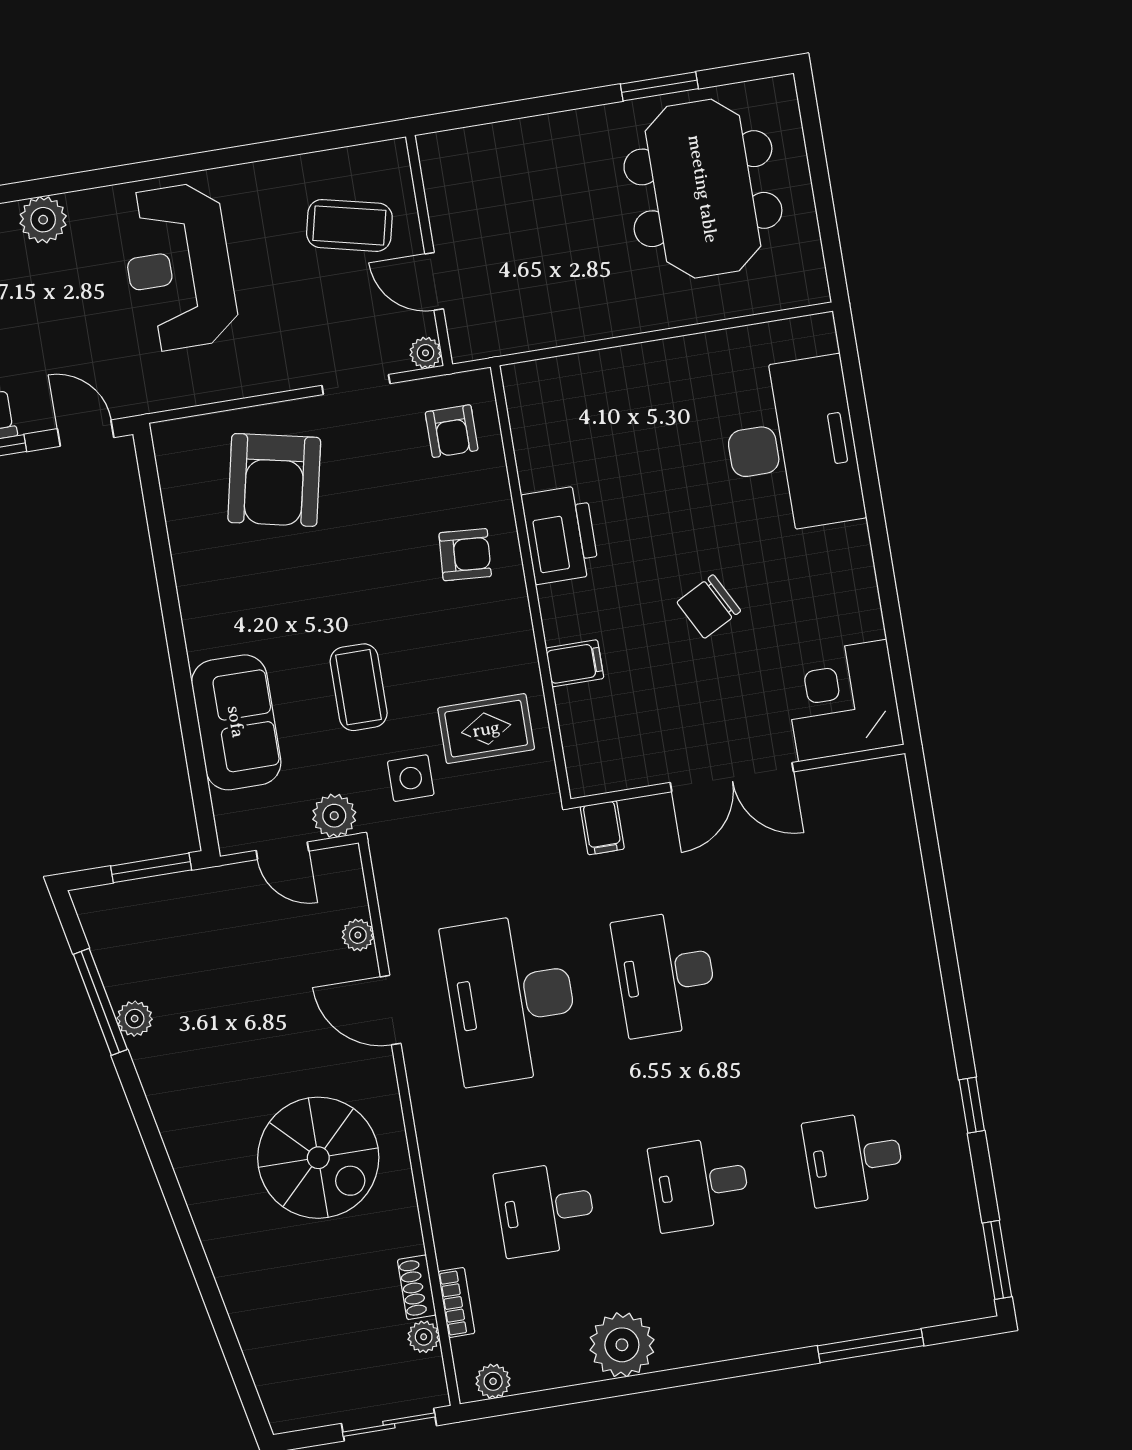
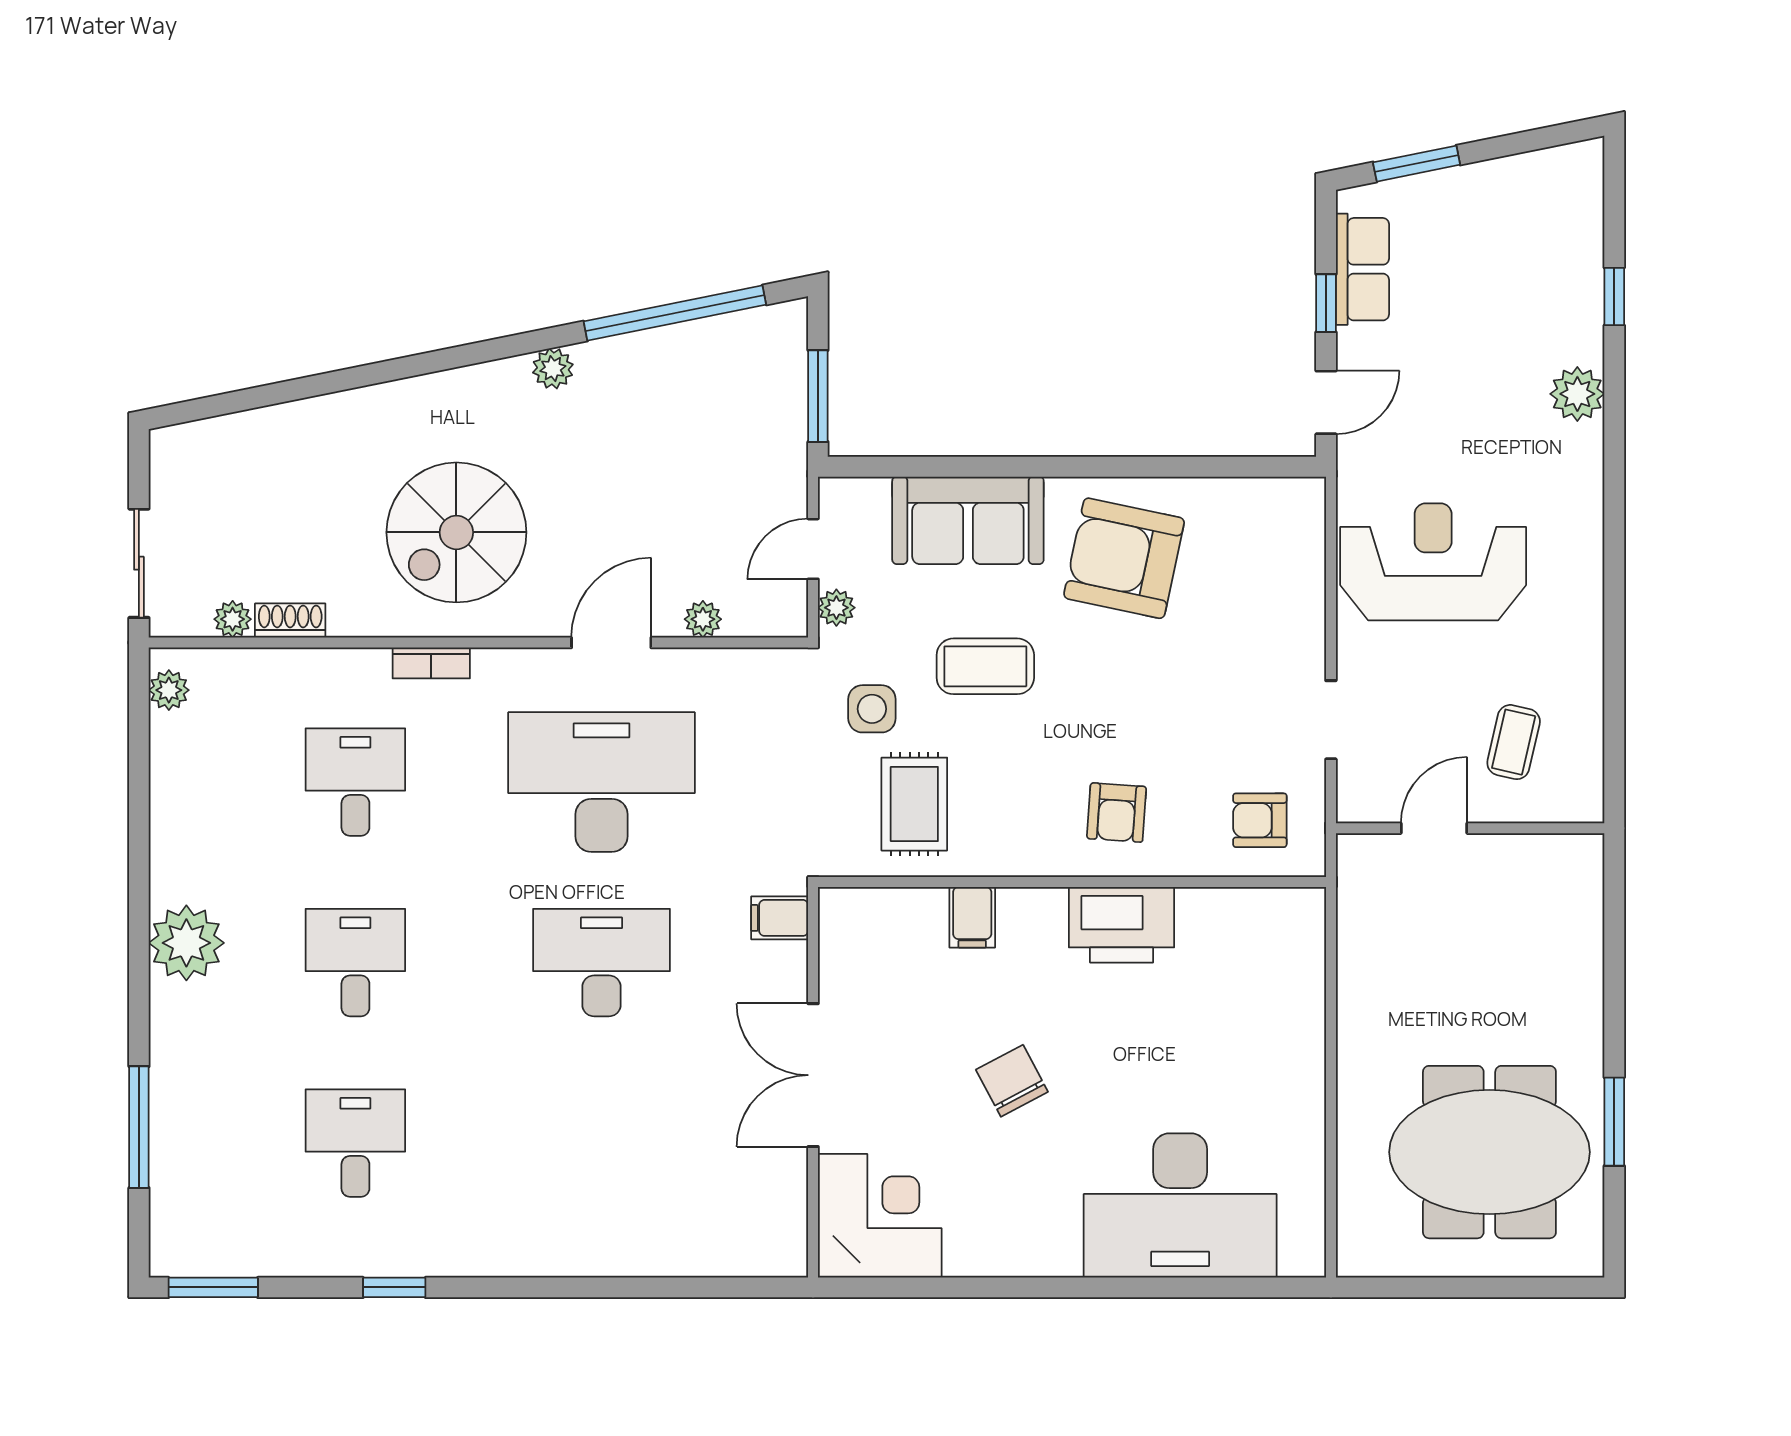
coffee table: (349, 225) -> (1514, 742), width x0.73, depth x0.77
reception desk: (179, 267) -> (1433, 562), moved
plant: (426, 353) -> (1354, 805), removed
armchair: (274, 480) -> (1124, 558), moved
plant: (334, 816) -> (836, 608), width x0.73, depth x0.73
window: (100, 1002) -> (675, 313), width x1.46
plant: (135, 1019) -> (553, 369), moved
bookcase: (456, 1302) -> (431, 663), moved
plant: (622, 1345) -> (186, 943), moved

